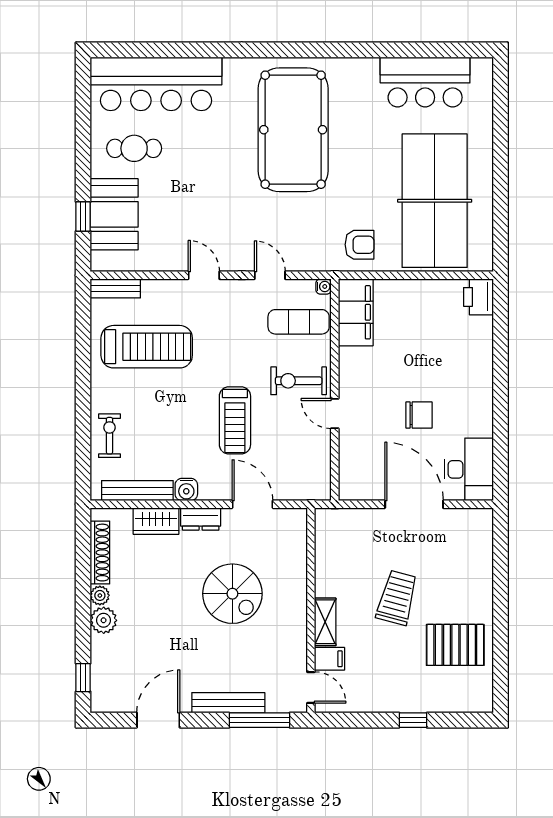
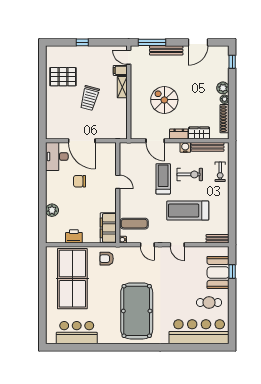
printer: (478, 297) -> (74, 236), moved, turned -90
treadmill: (147, 347) -> (188, 211), moved
plant: (479, 351) -> (52, 210), added
exercise bike: (299, 381) -> (190, 174), moved

